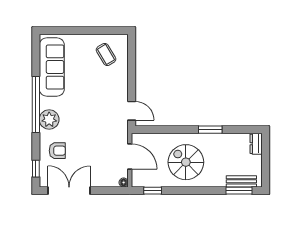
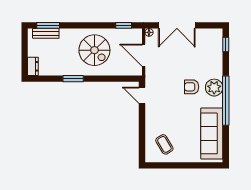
armchair: (57, 151) -> (192, 87), moved
double door: (69, 191) -> (177, 25), moved

